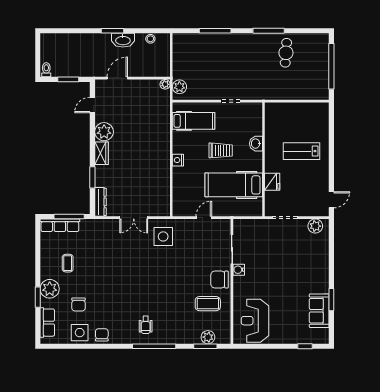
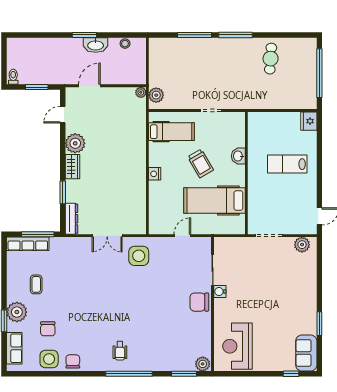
window: (269, 31) -> (236, 35), moved
trolley: (221, 150) -> (201, 163), turned 60
fridge: (272, 182) -> (309, 121), moved, turned 180
coffee table: (208, 304) -> (187, 328), removed
sofa: (319, 311) -> (306, 353), moved
plant: (208, 337) -> (203, 364), moved

